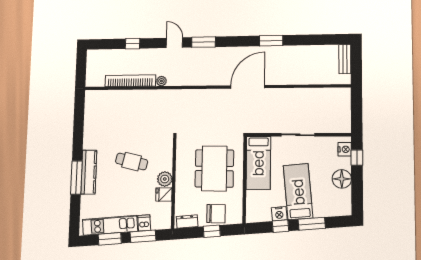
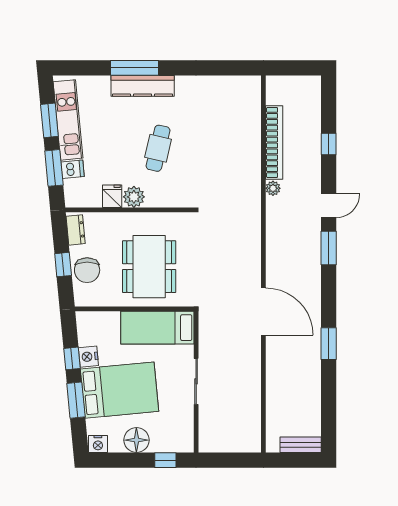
nightstand: (345, 149) -> (98, 444), moved
dining table: (214, 168) -> (149, 267), turned 90
bed: (298, 192) -> (120, 390), width x1.50

